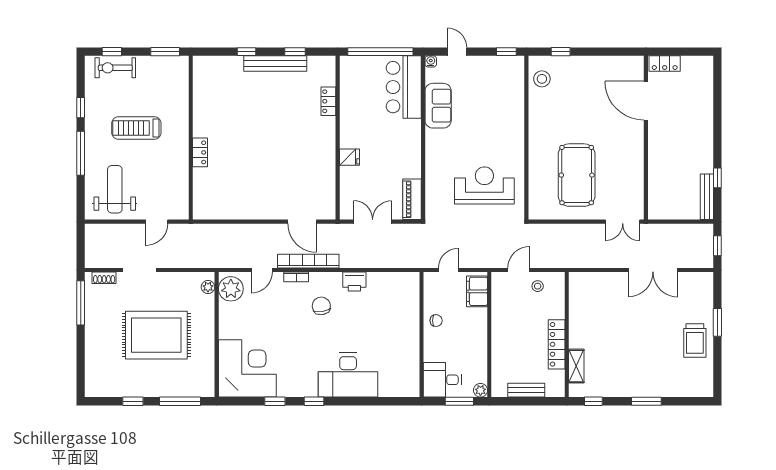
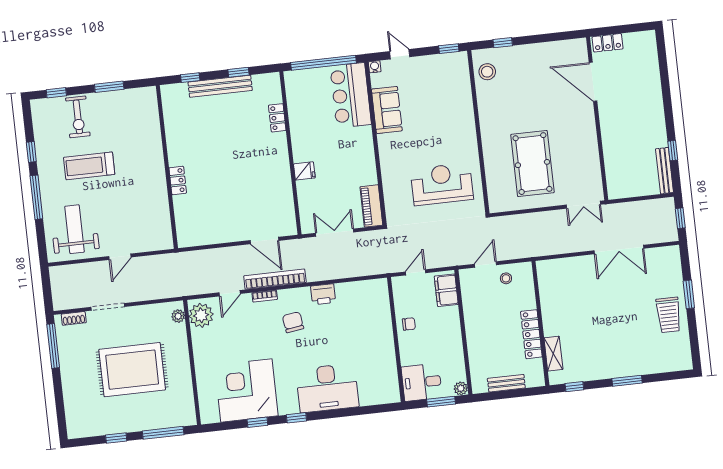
exercise bike: (115, 68) -> (78, 117), moved, turned -90
wall: (191, 138) -> (167, 167), moved
locker: (200, 152) -> (178, 180), moved
corner desk: (247, 368) -> (246, 390), moved, turned -90

